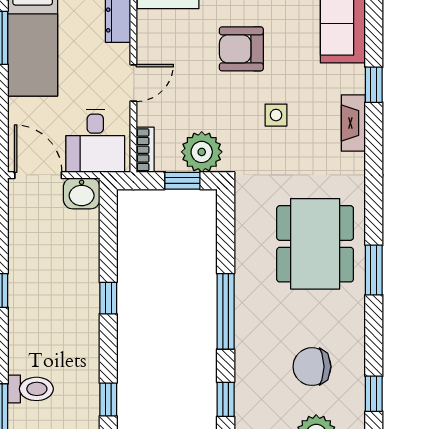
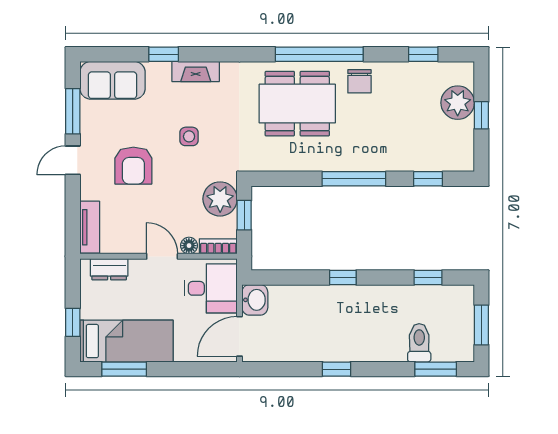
floor lamp: (146, 115) -> (189, 246), added
window: (374, 270) -> (319, 54), width x2.11
chair: (312, 367) -> (359, 81), moved, width x0.73, depth x0.73

